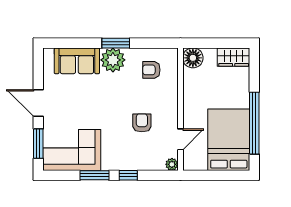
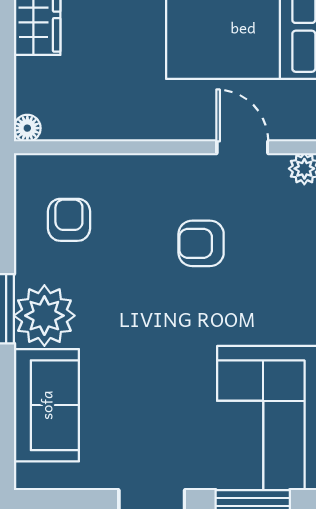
floor lamp: (193, 58) -> (27, 128), width x0.53, depth x0.53
armchair: (151, 70) -> (69, 220), turned 180

